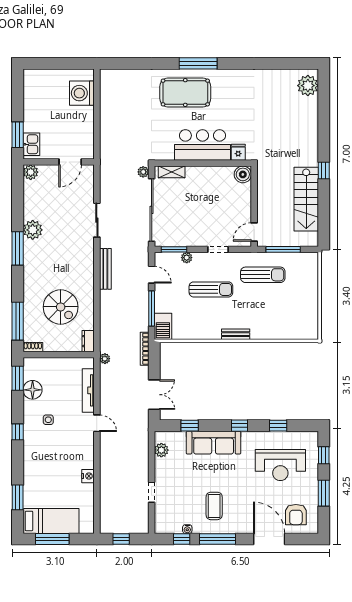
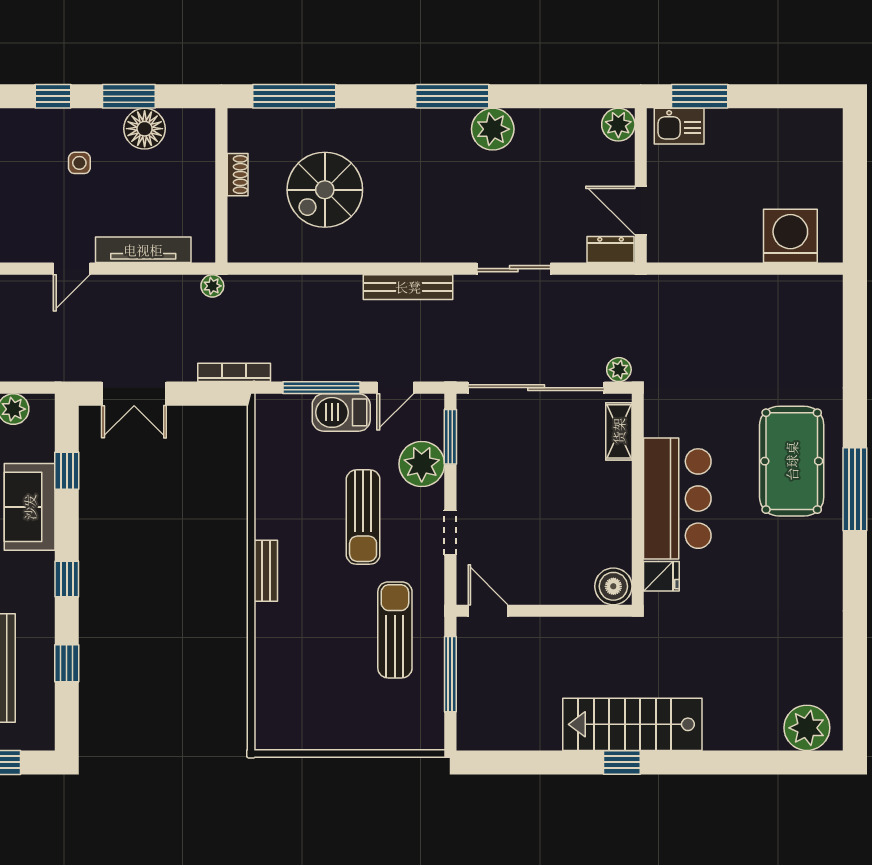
stairs: (306, 199) -> (632, 724), moved
plant: (187, 258) -> (422, 464), width x1.88, depth x1.88
sun lounger: (263, 275) -> (395, 630), turned 180
barbecue: (163, 326) -> (341, 412), moved
dresser: (88, 341) -> (611, 250), moved
shoe rack: (33, 347) -> (238, 175), moved
window: (18, 378) -> (129, 96), moved
sofa: (214, 443) -> (30, 507), width x0.73

